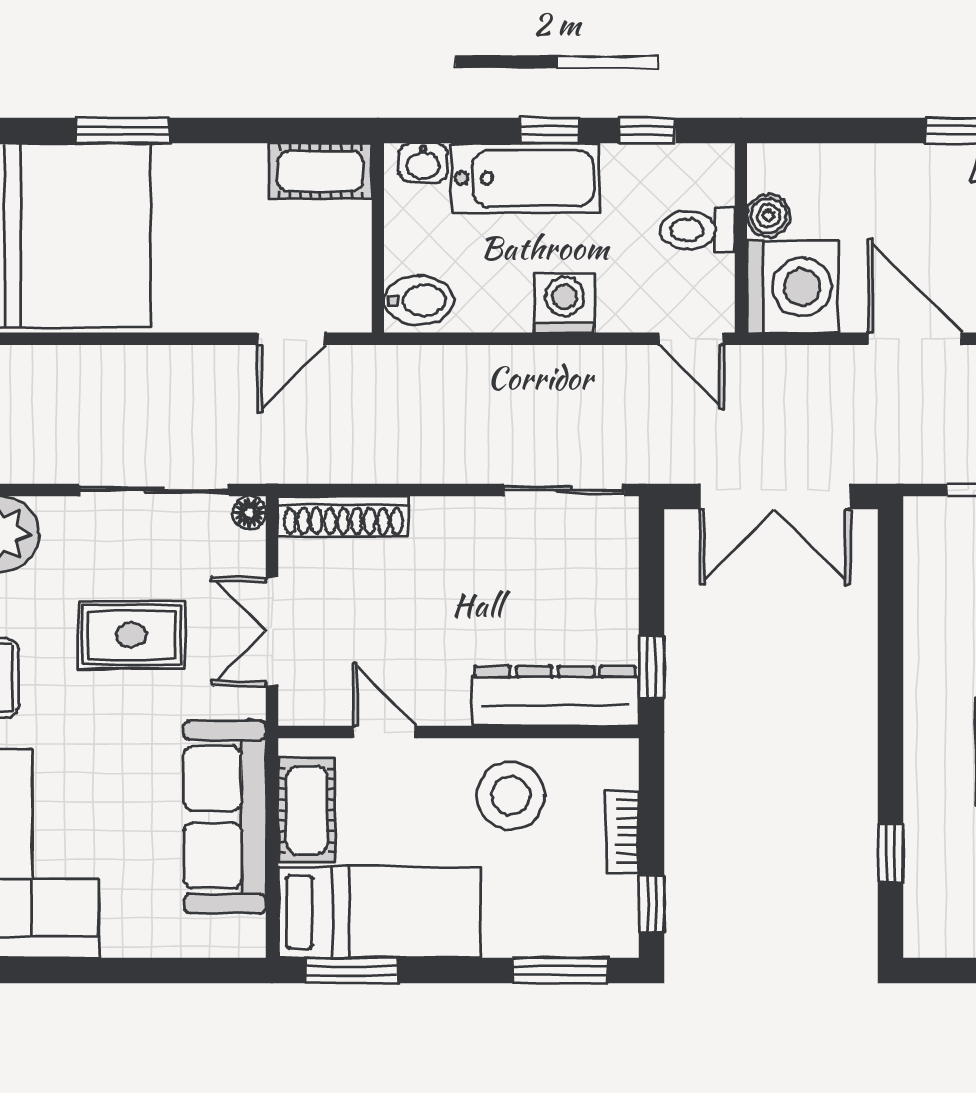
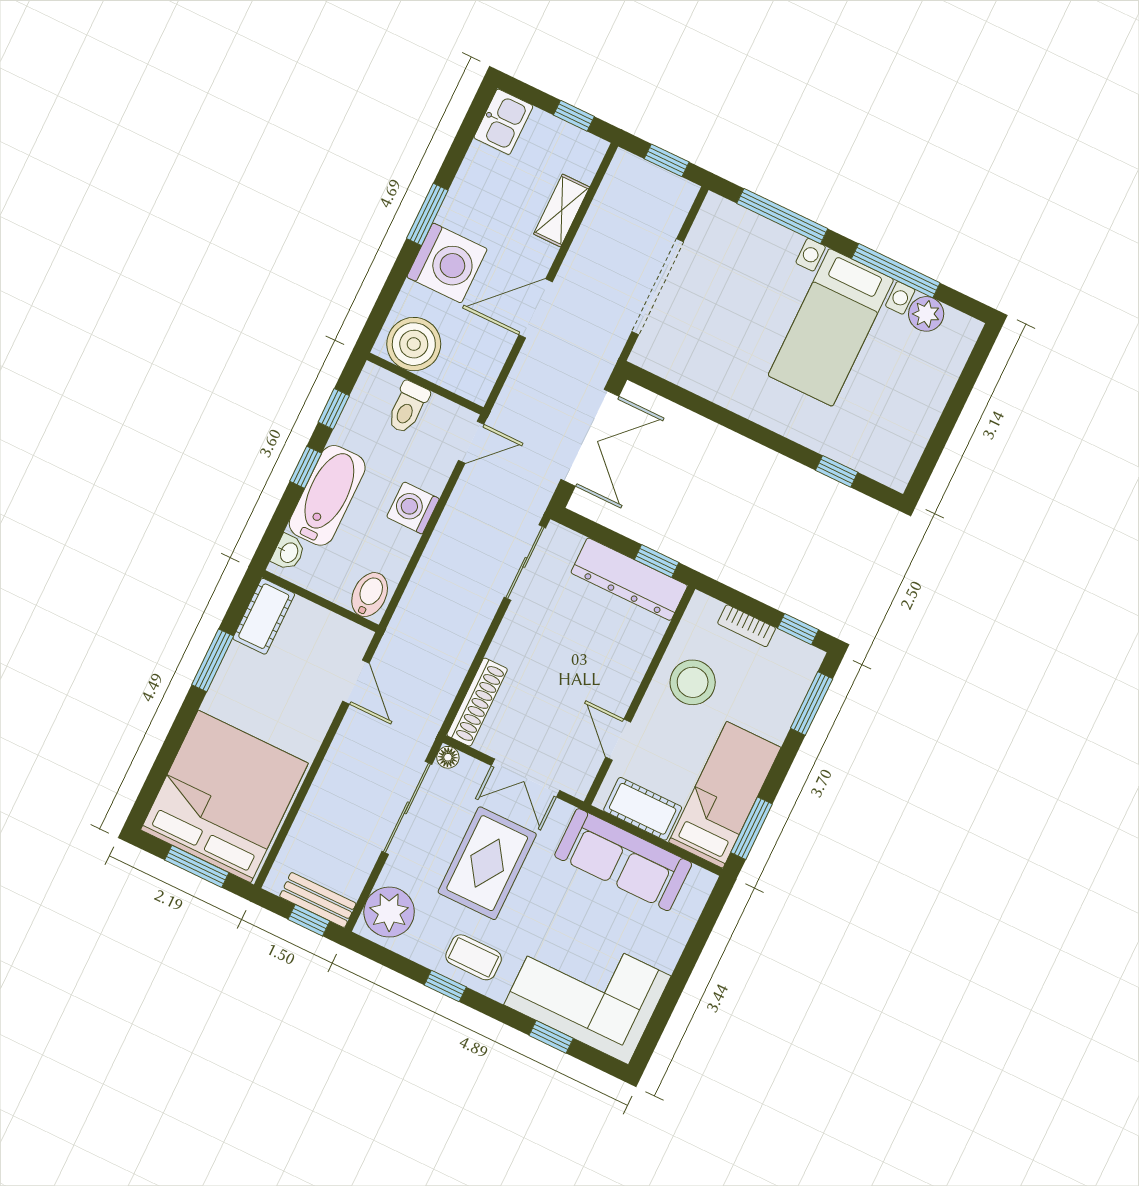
window: (123, 131) -> (213, 660), moved
boiler: (769, 216) -> (414, 344), width x1.86, depth x1.86
washing machine: (793, 287) -> (447, 263), moved, turned 90
rug: (131, 635) -> (487, 863), width x1.36, depth x1.43
dresser: (555, 696) -> (629, 579), moved, turned -90
door: (384, 732) -> (618, 740), hinge flipped

